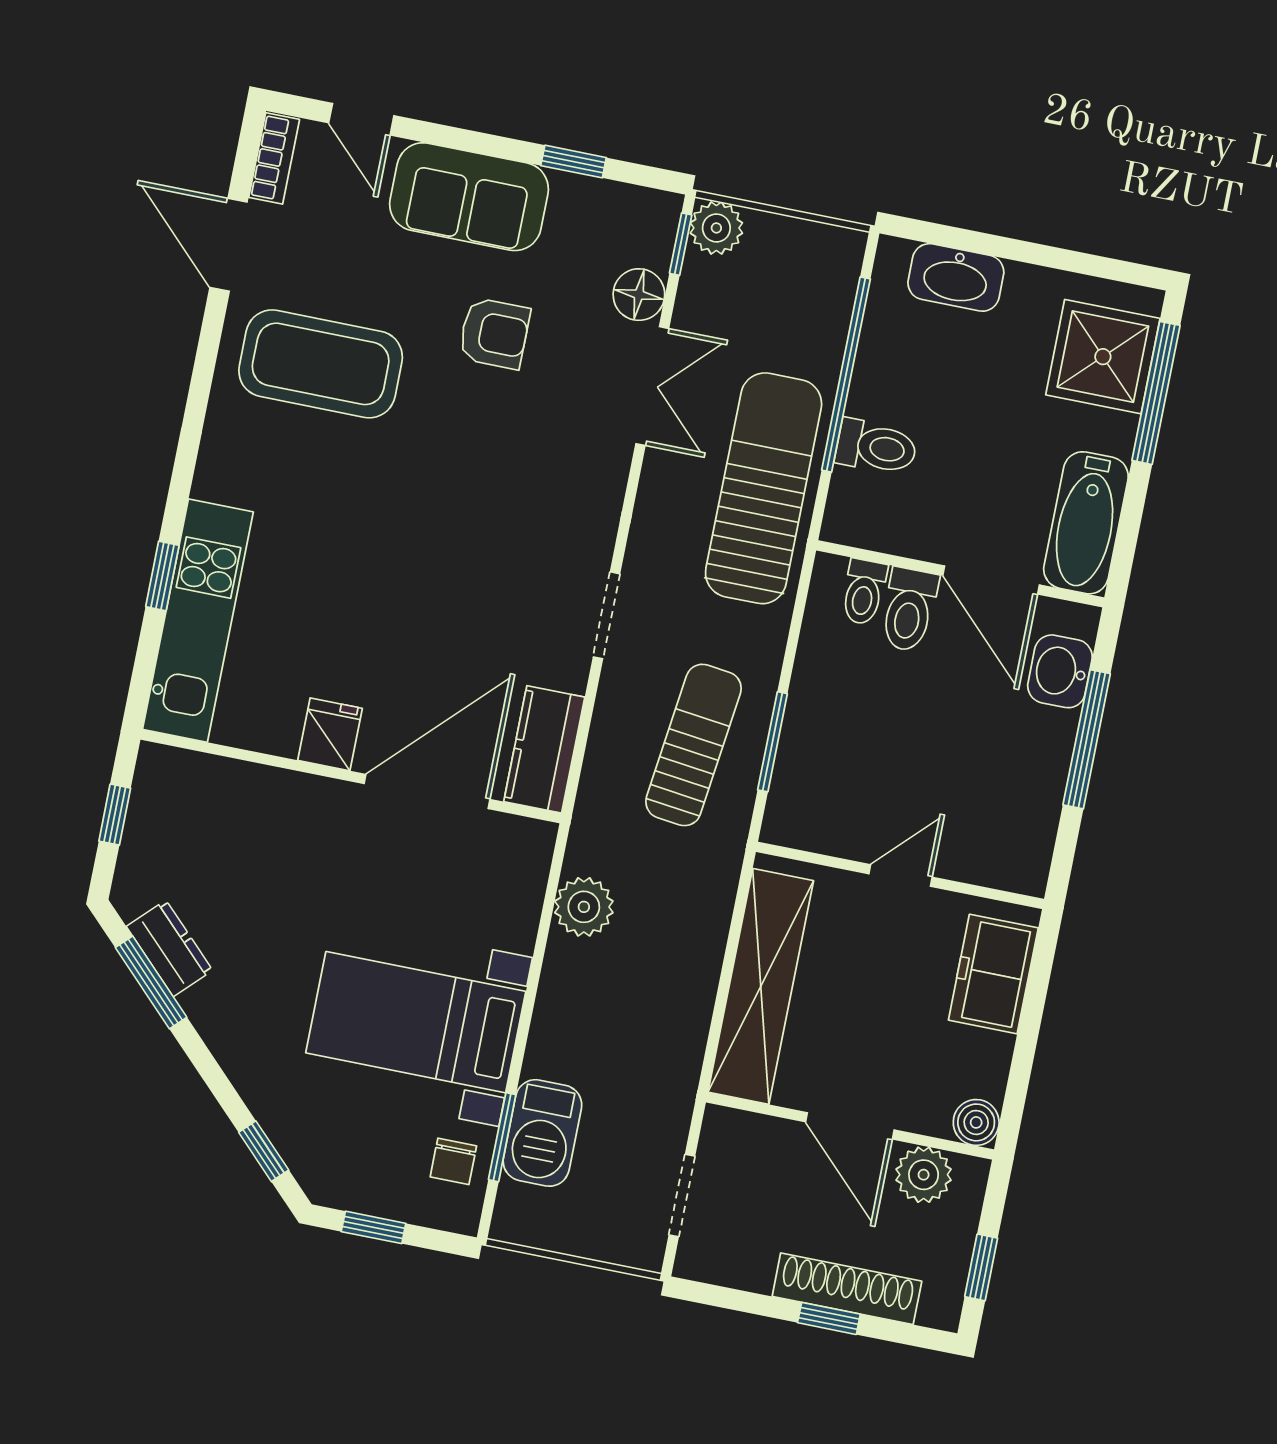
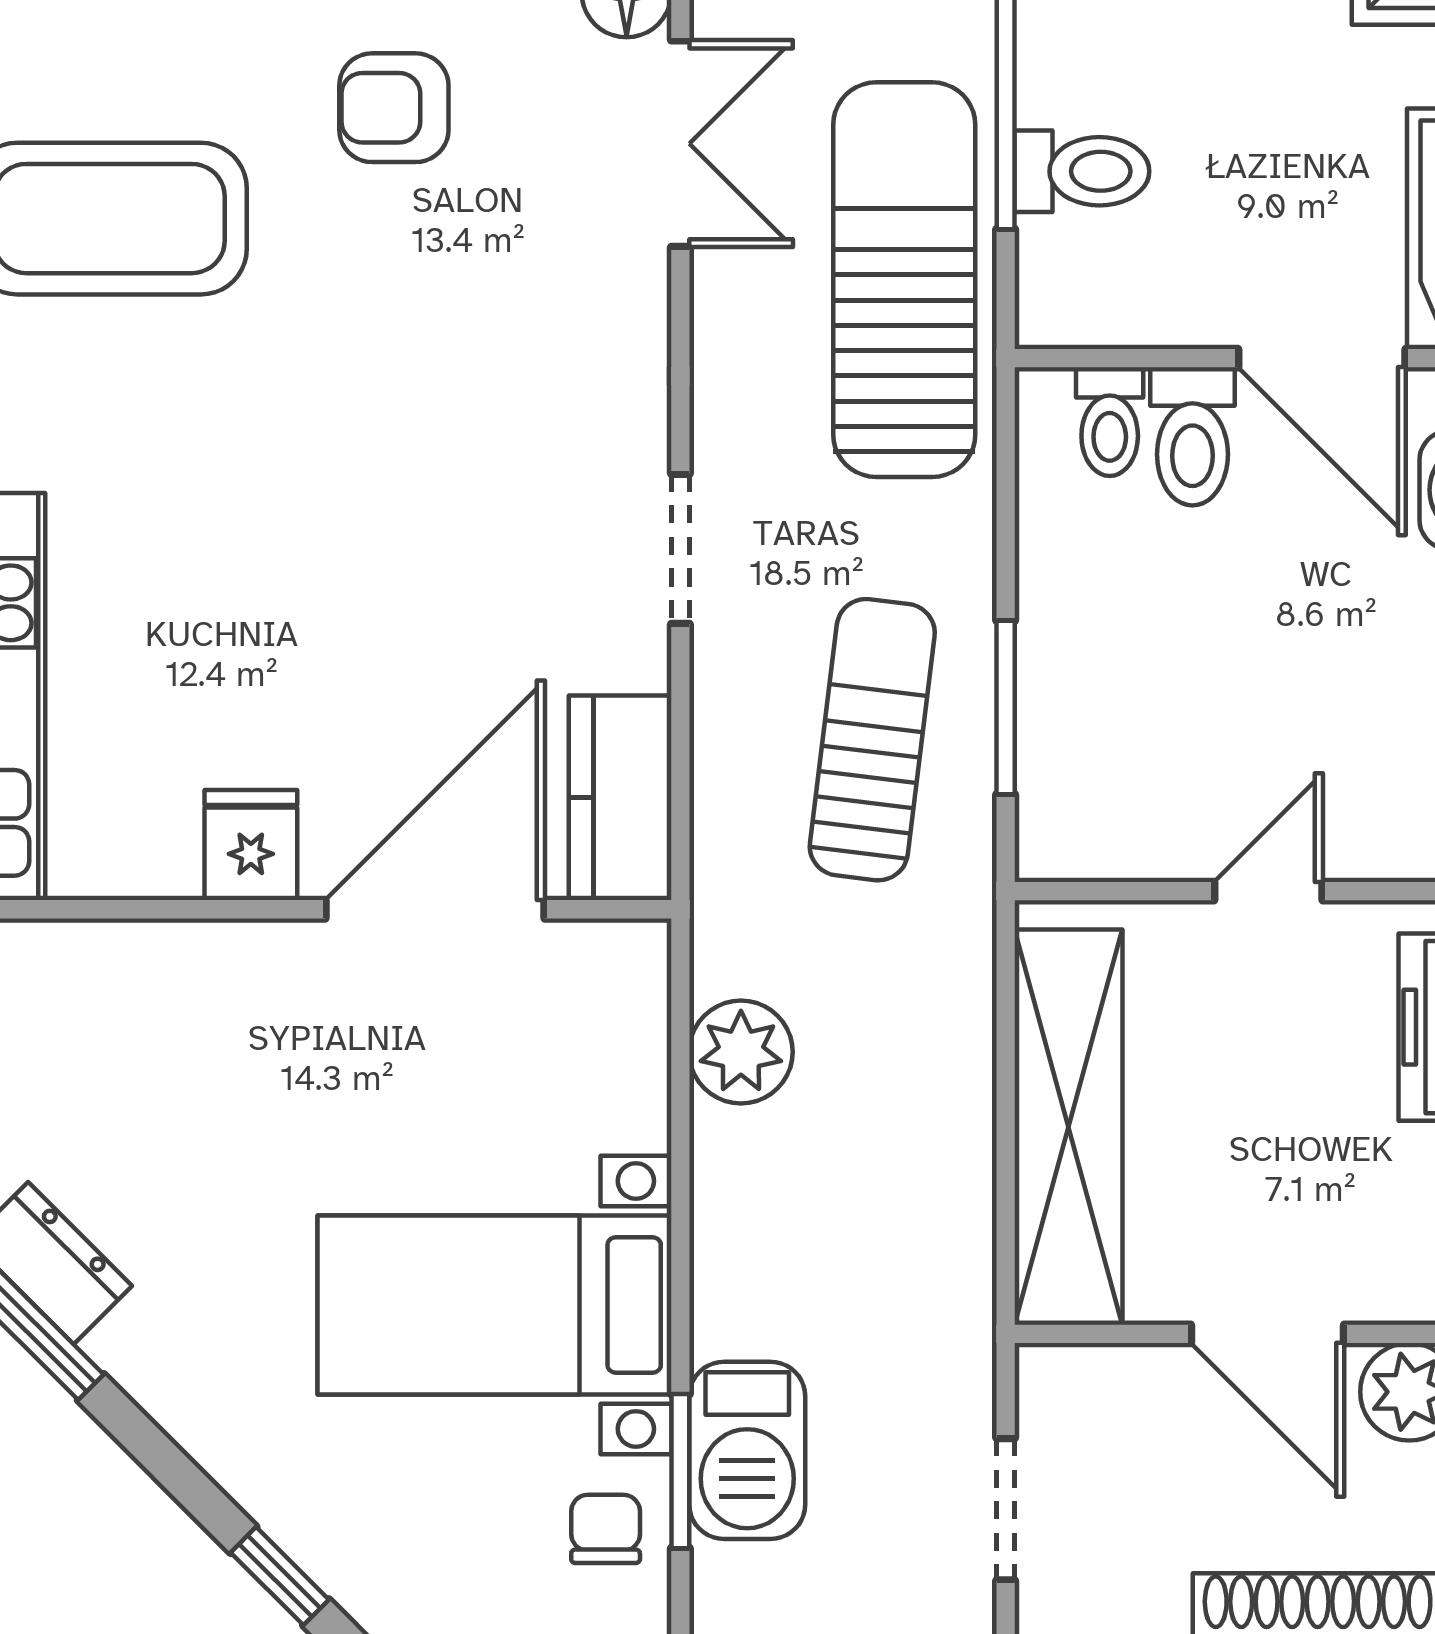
armchair: (494, 333) -> (394, 108), turned 180
chair: (453, 1161) -> (606, 1529), turned 180

